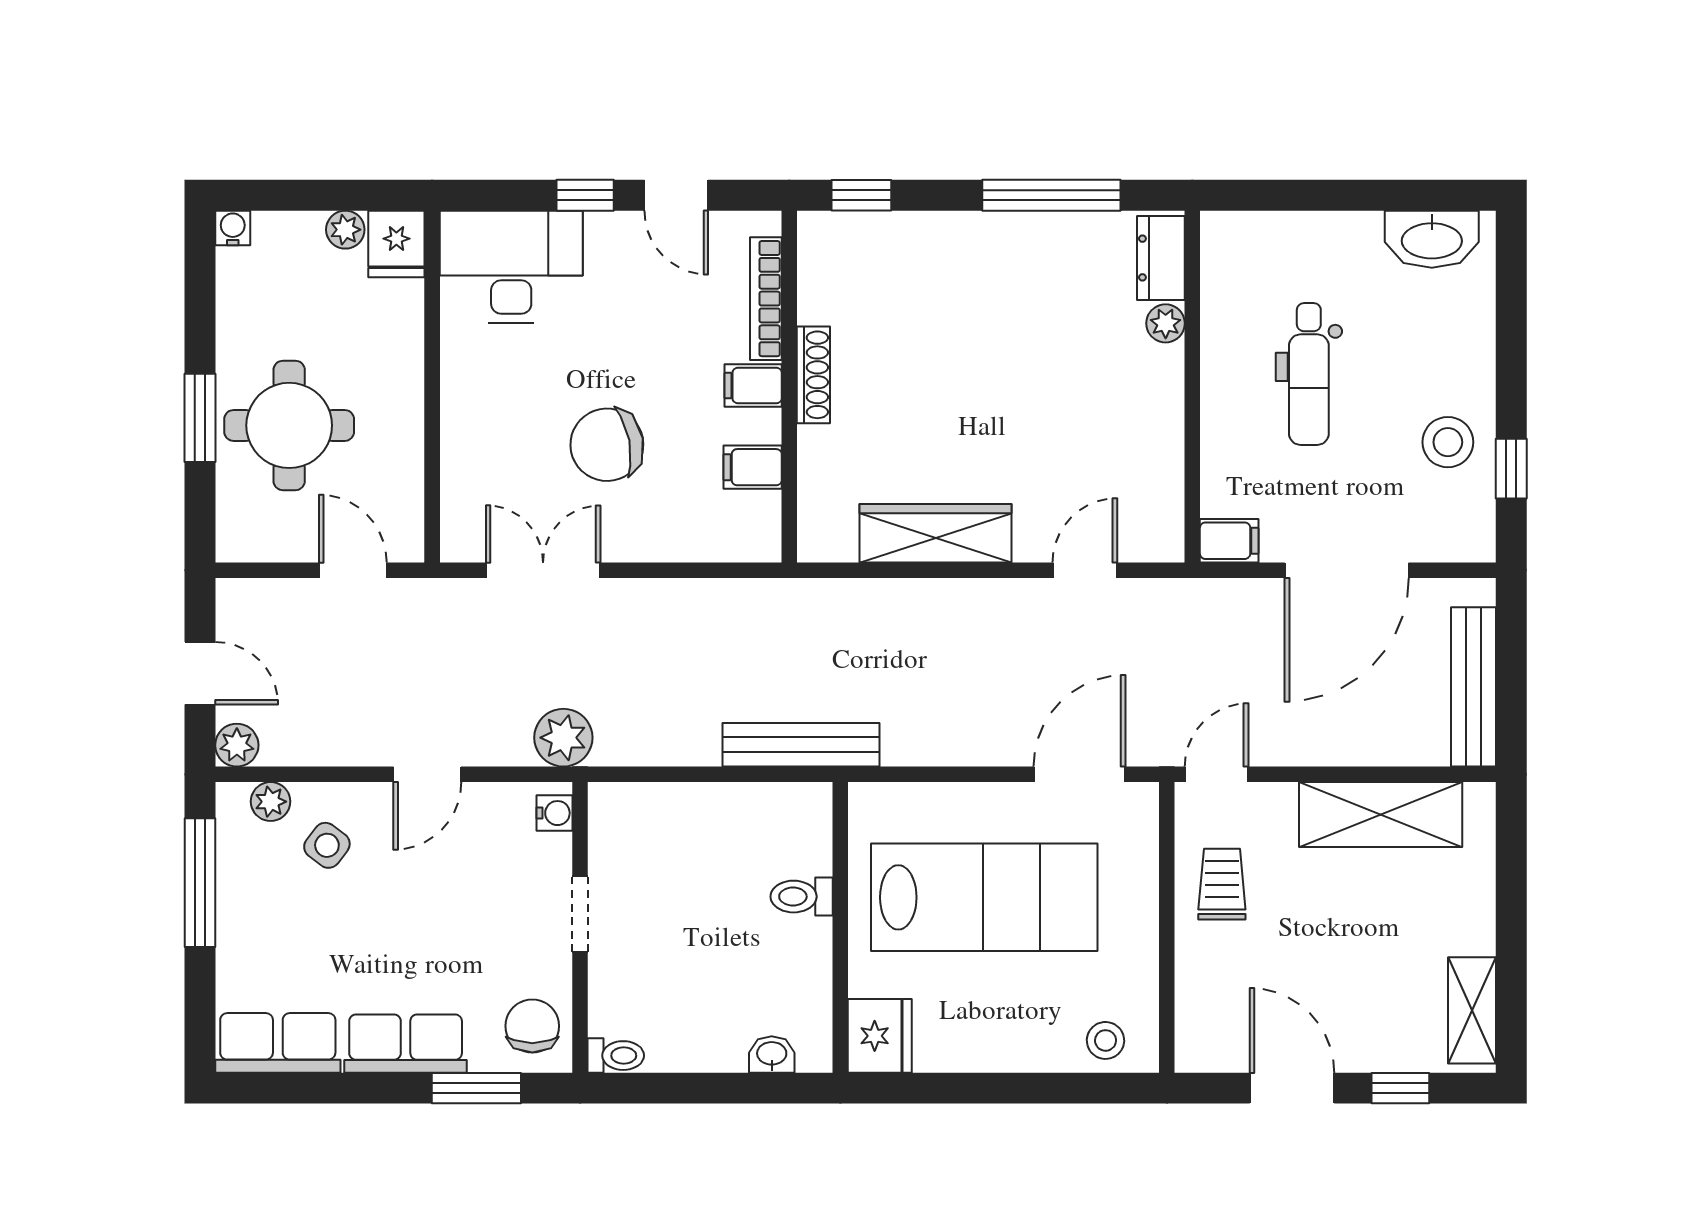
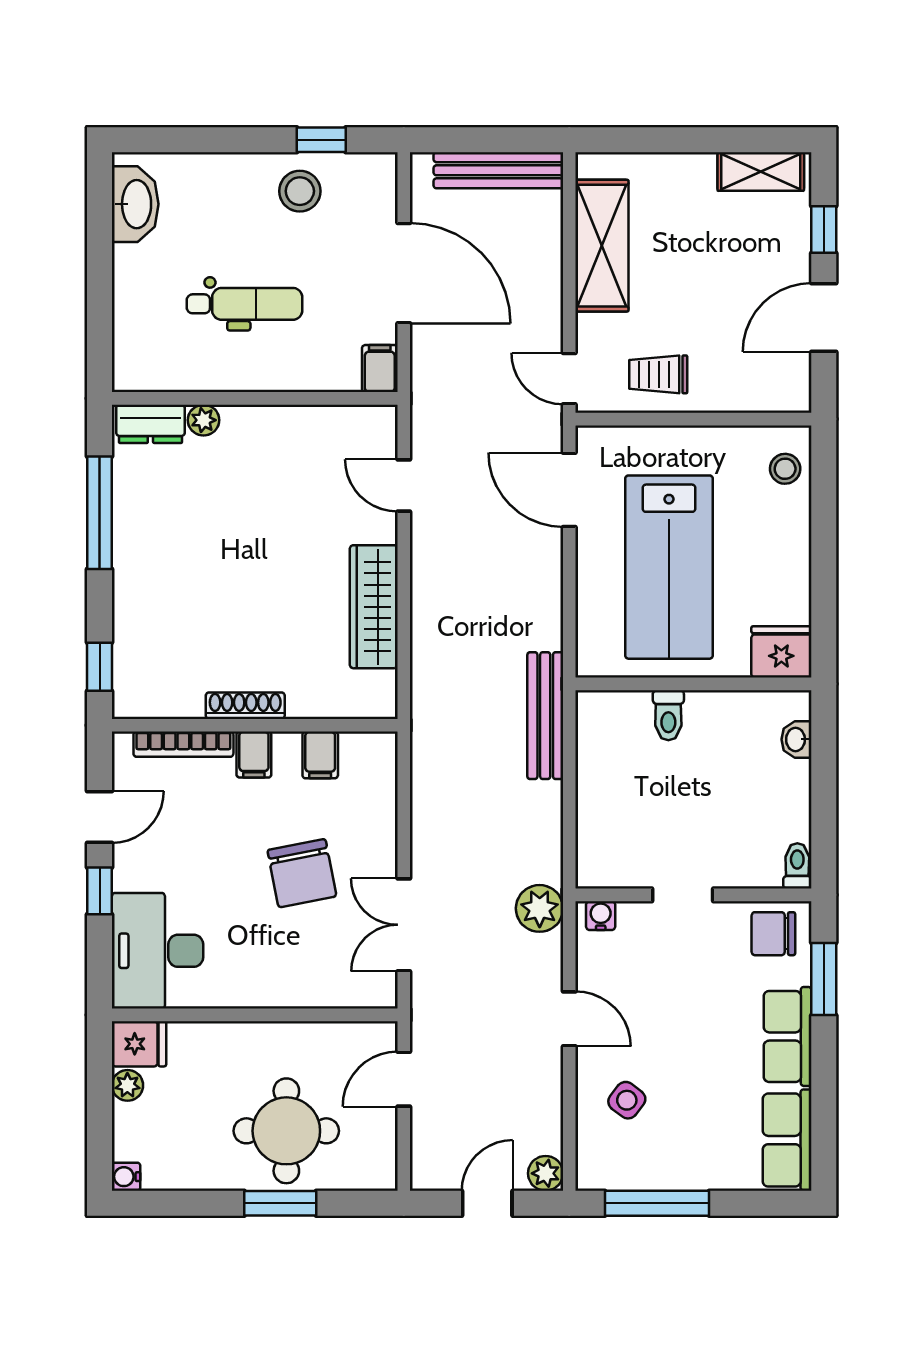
plant: (271, 802) -> (591, 1146), removed
lab bench: (984, 897) -> (669, 567), turned 180

